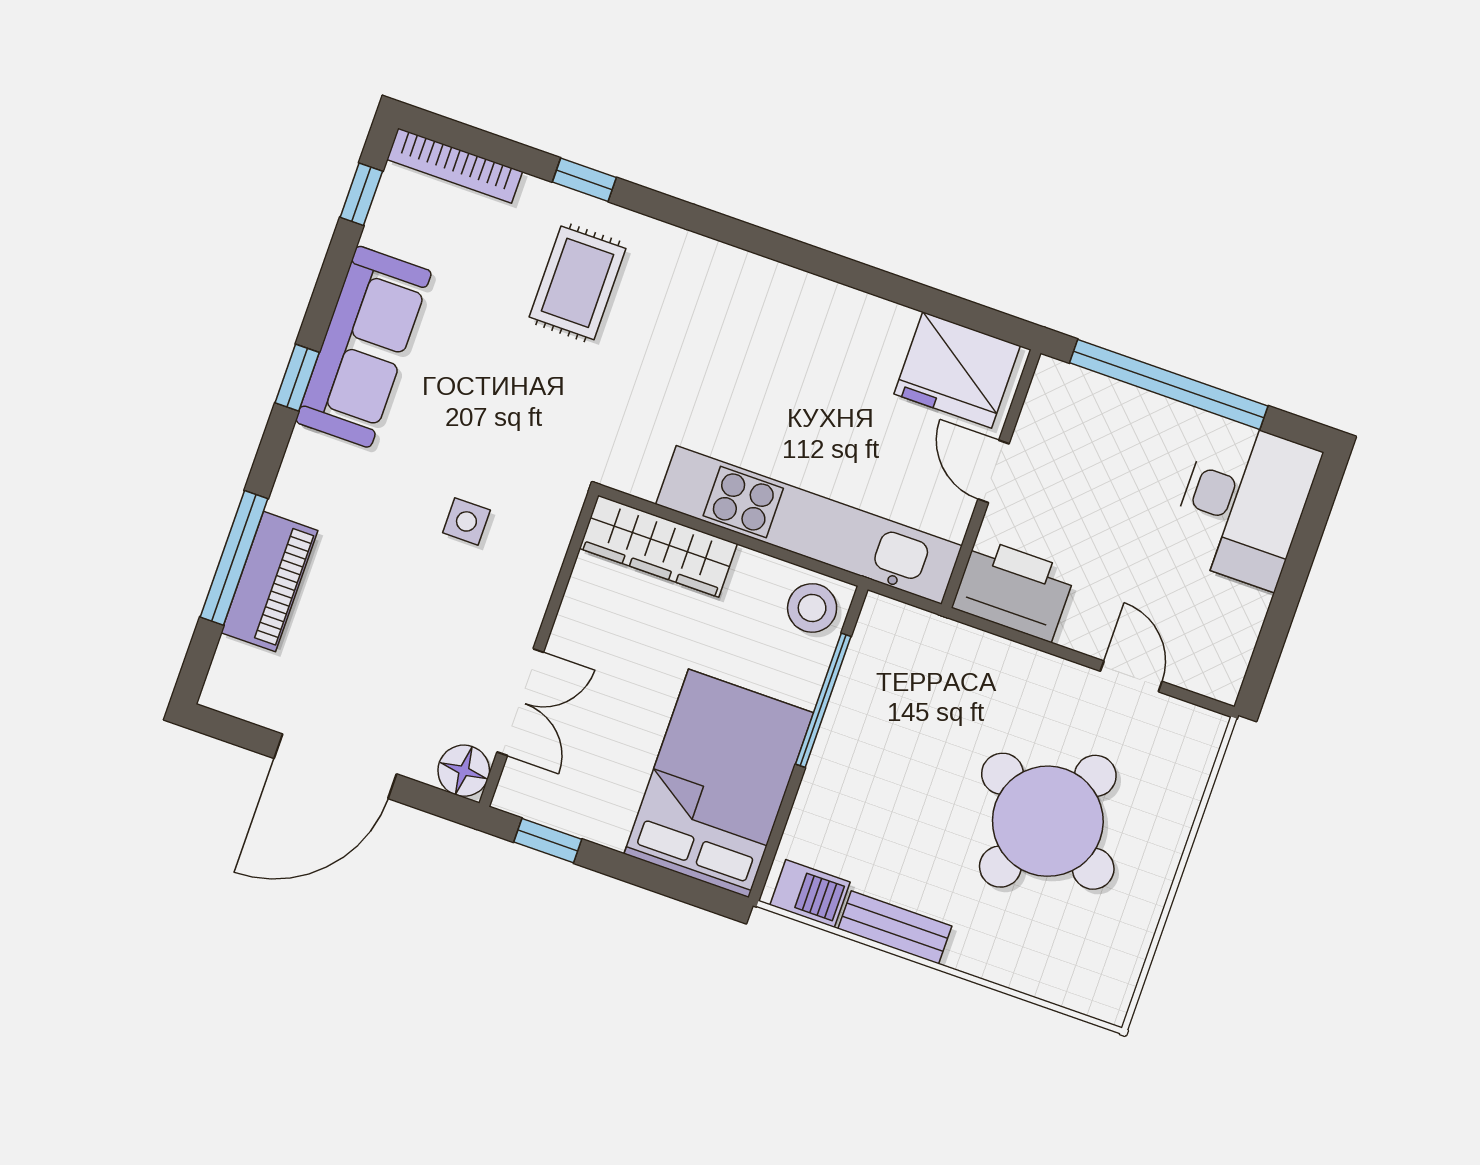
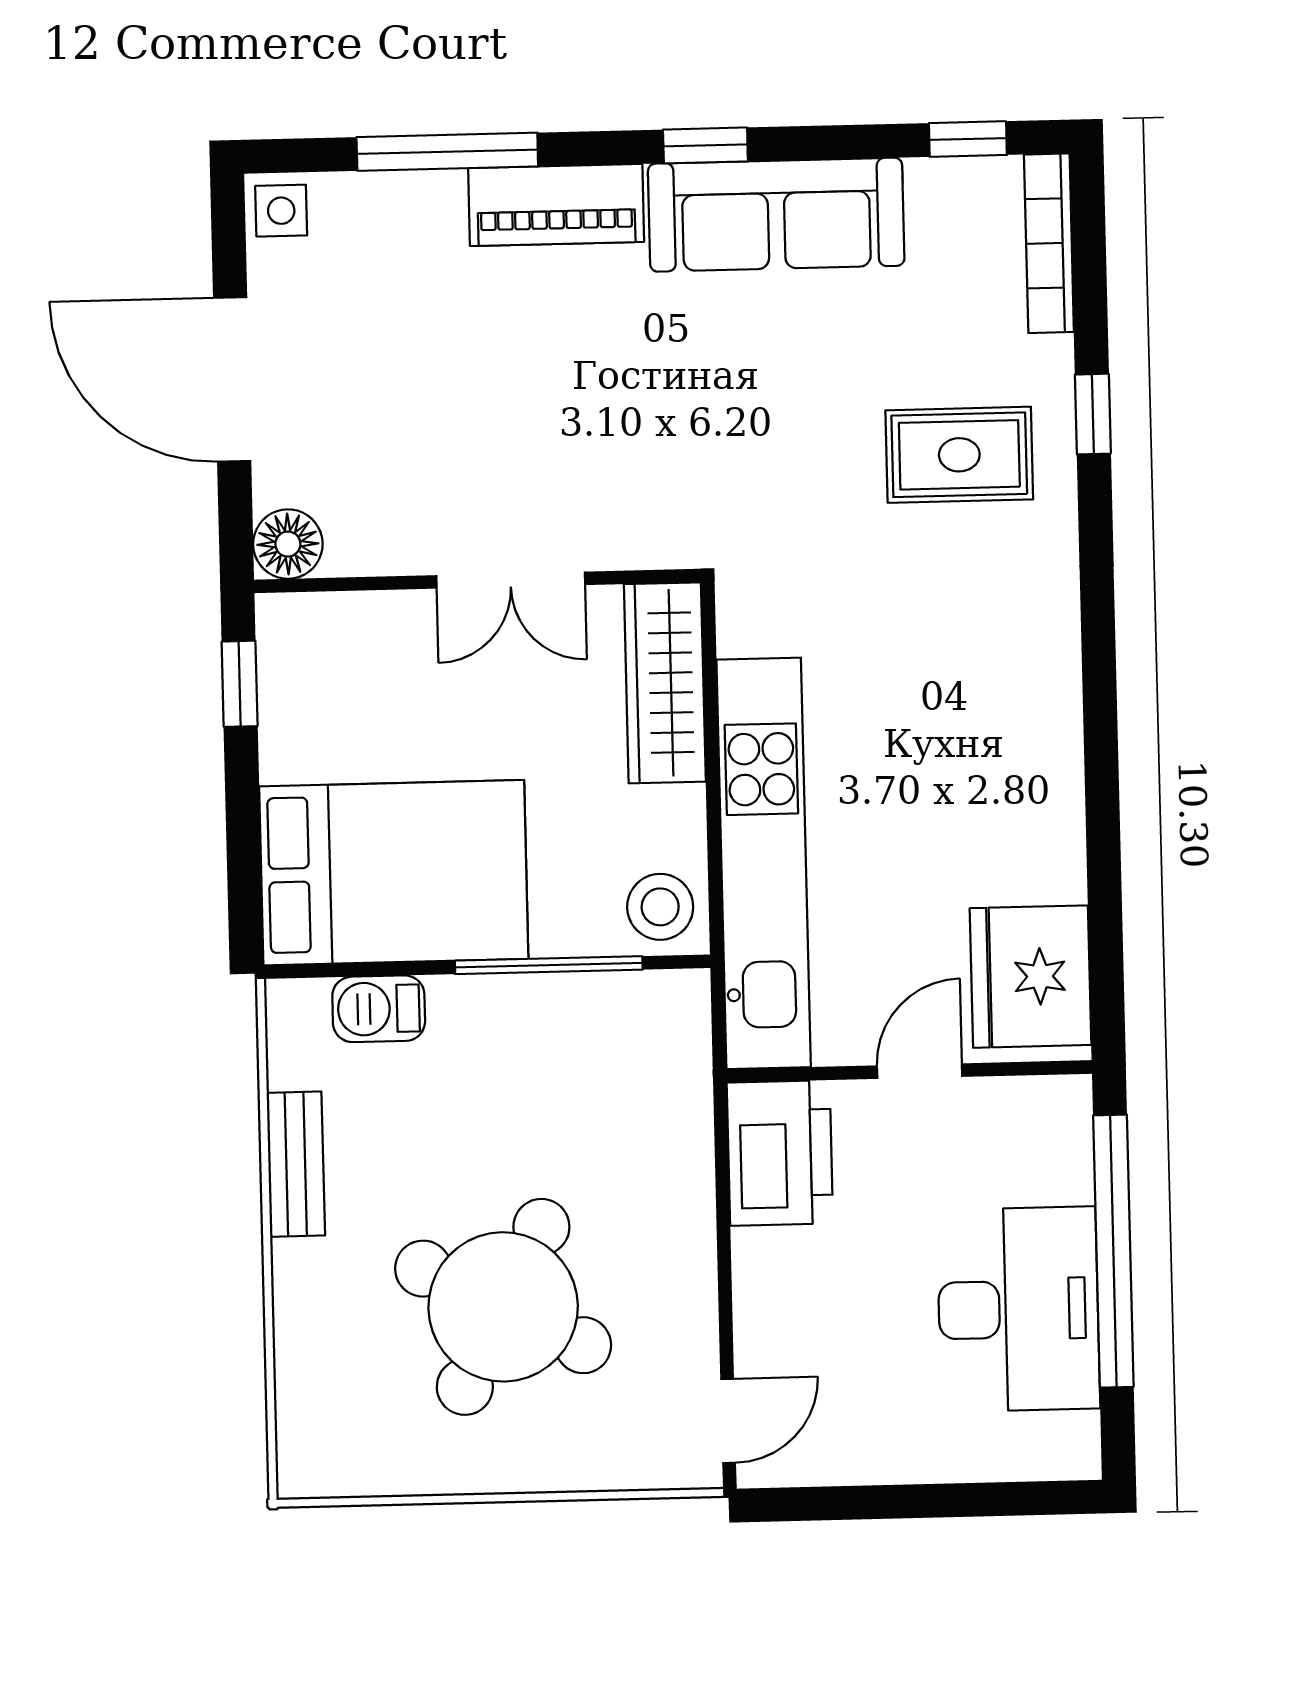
desk: (1244, 503) -> (1018, 1309), moved, turned -90
side table: (466, 521) -> (281, 211), moved
piano: (269, 582) -> (556, 205), moved
door: (1131, 676) -> (728, 1421), moved
double door: (520, 702) -> (511, 580), moved
barbecue: (810, 894) -> (379, 1009), moved, turned 90

